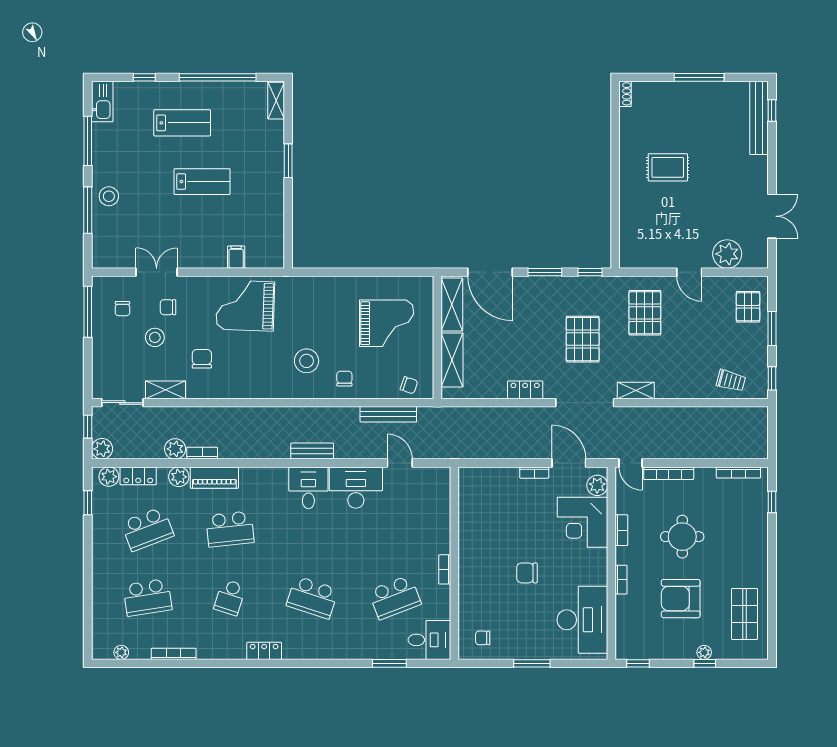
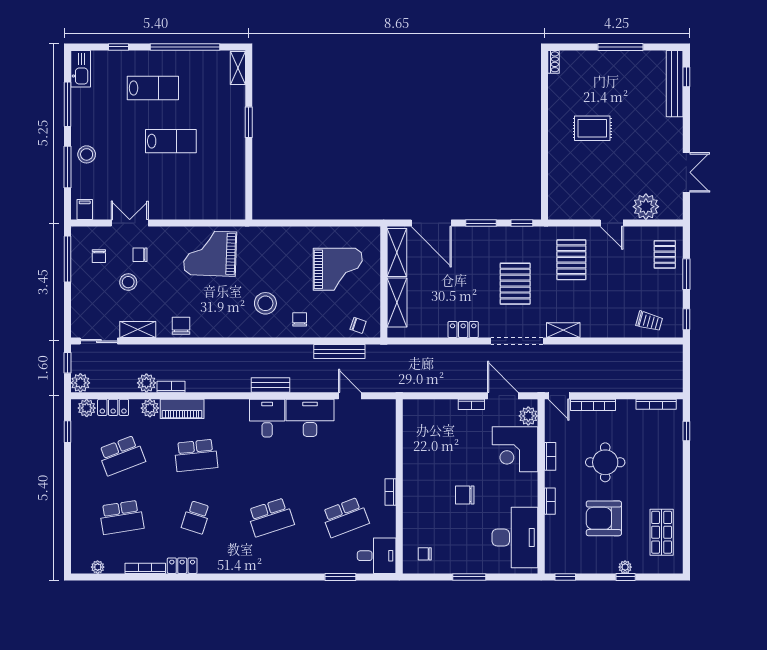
filing cabinet: (236, 257) -> (85, 209), moved
chair: (202, 359) -> (181, 326), moved
school desk: (312, 597) -> (271, 517), turned -36
locker: (264, 651) -> (182, 566), moved

